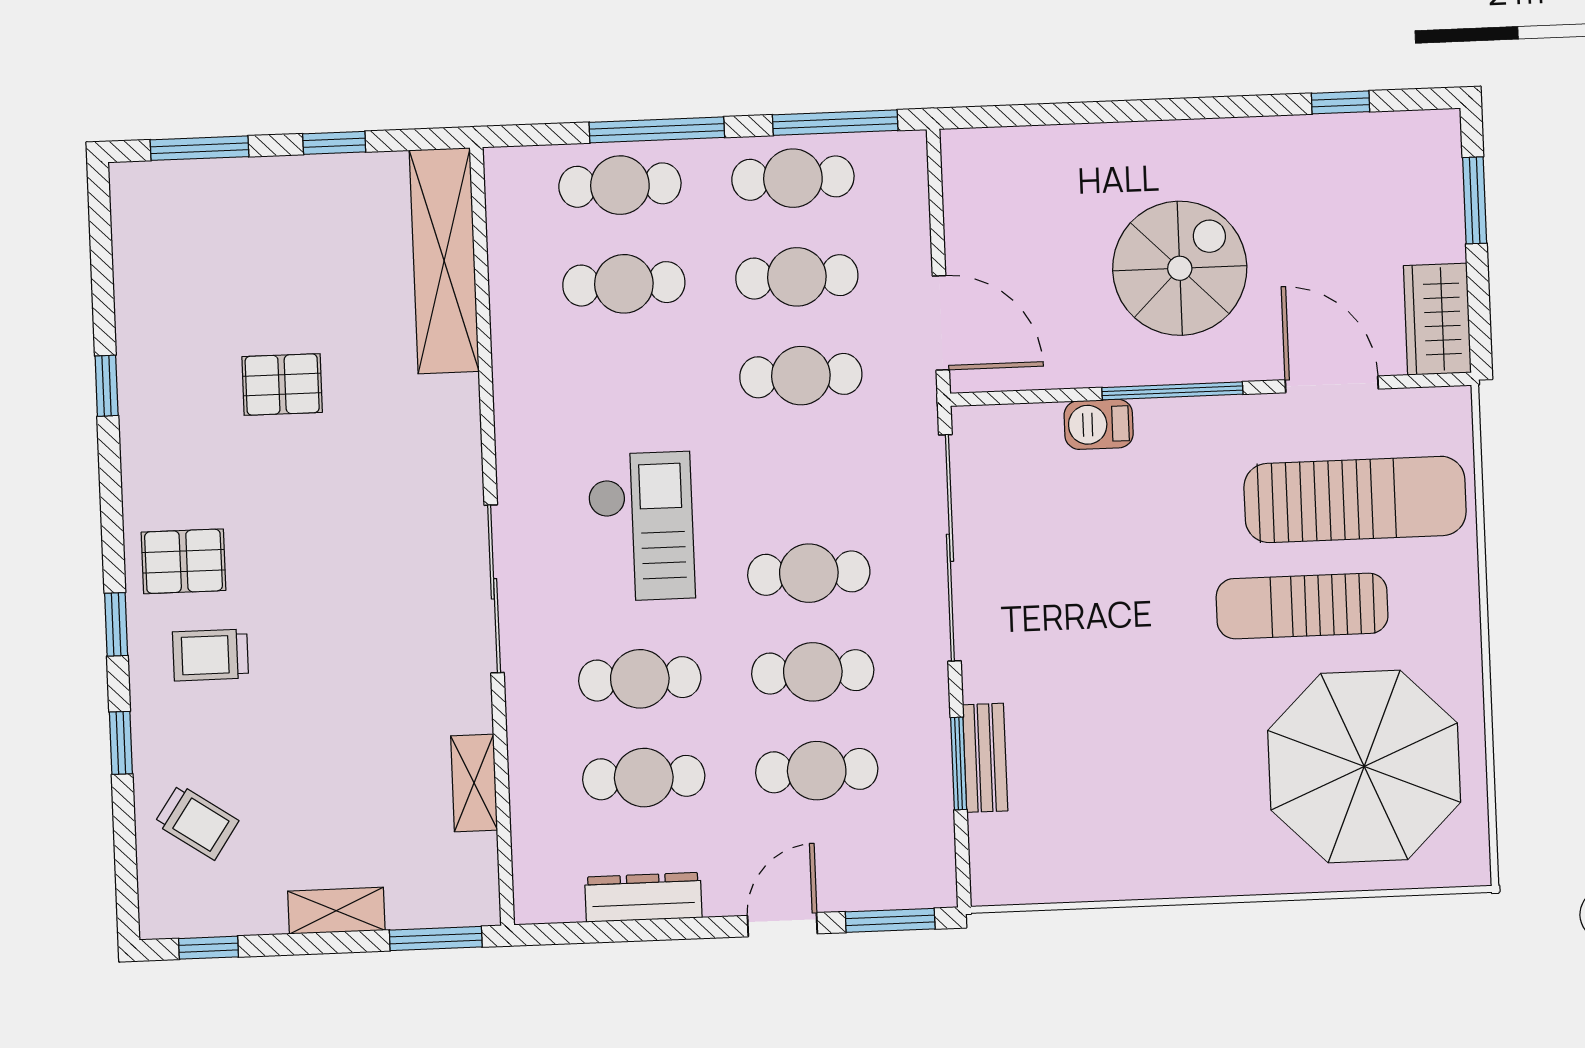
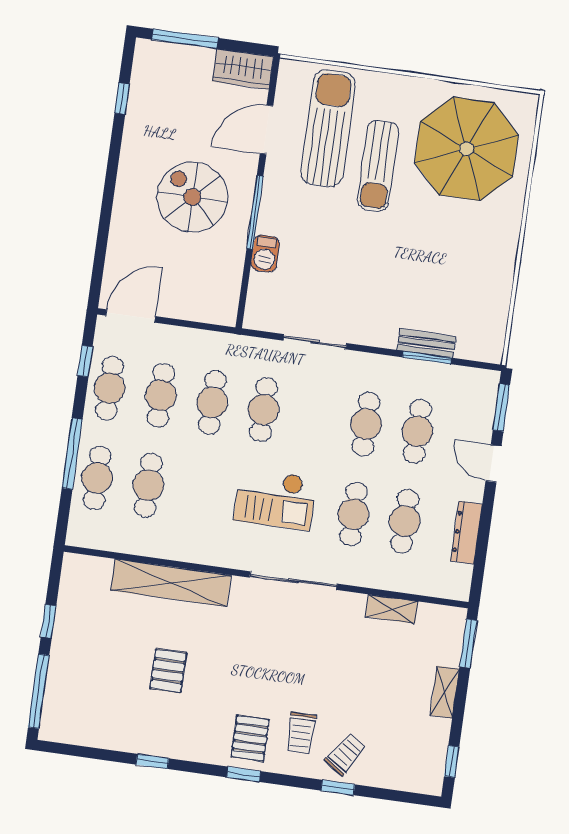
window: (835, 123) -> (85, 361), width x0.46
window: (200, 148) -> (39, 691), width x1.44
window: (1475, 200) -> (185, 39), width x1.44
shelving: (444, 261) -> (171, 583), moved
door: (941, 323) -> (131, 316), moved
checkout: (641, 527) -> (275, 499), turned 180
sliding door: (950, 548) -> (315, 342), width x0.54
cafe table: (809, 573) -> (264, 410), moved
window: (116, 624) -> (244, 774), moved
trolley: (197, 822) -> (346, 754), moved

